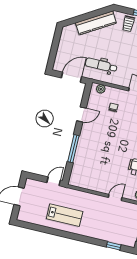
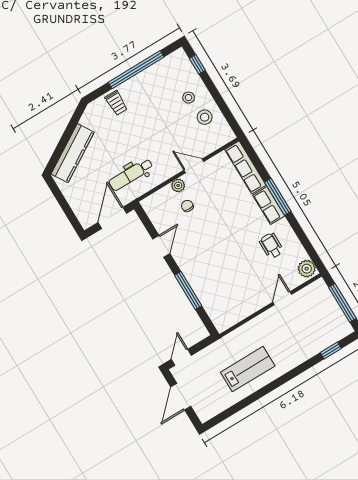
kitchen counter: (96, 23) -> (73, 153), moved
plant: (101, 89) -> (178, 185), moved
door: (54, 181) -> (181, 357), moved

